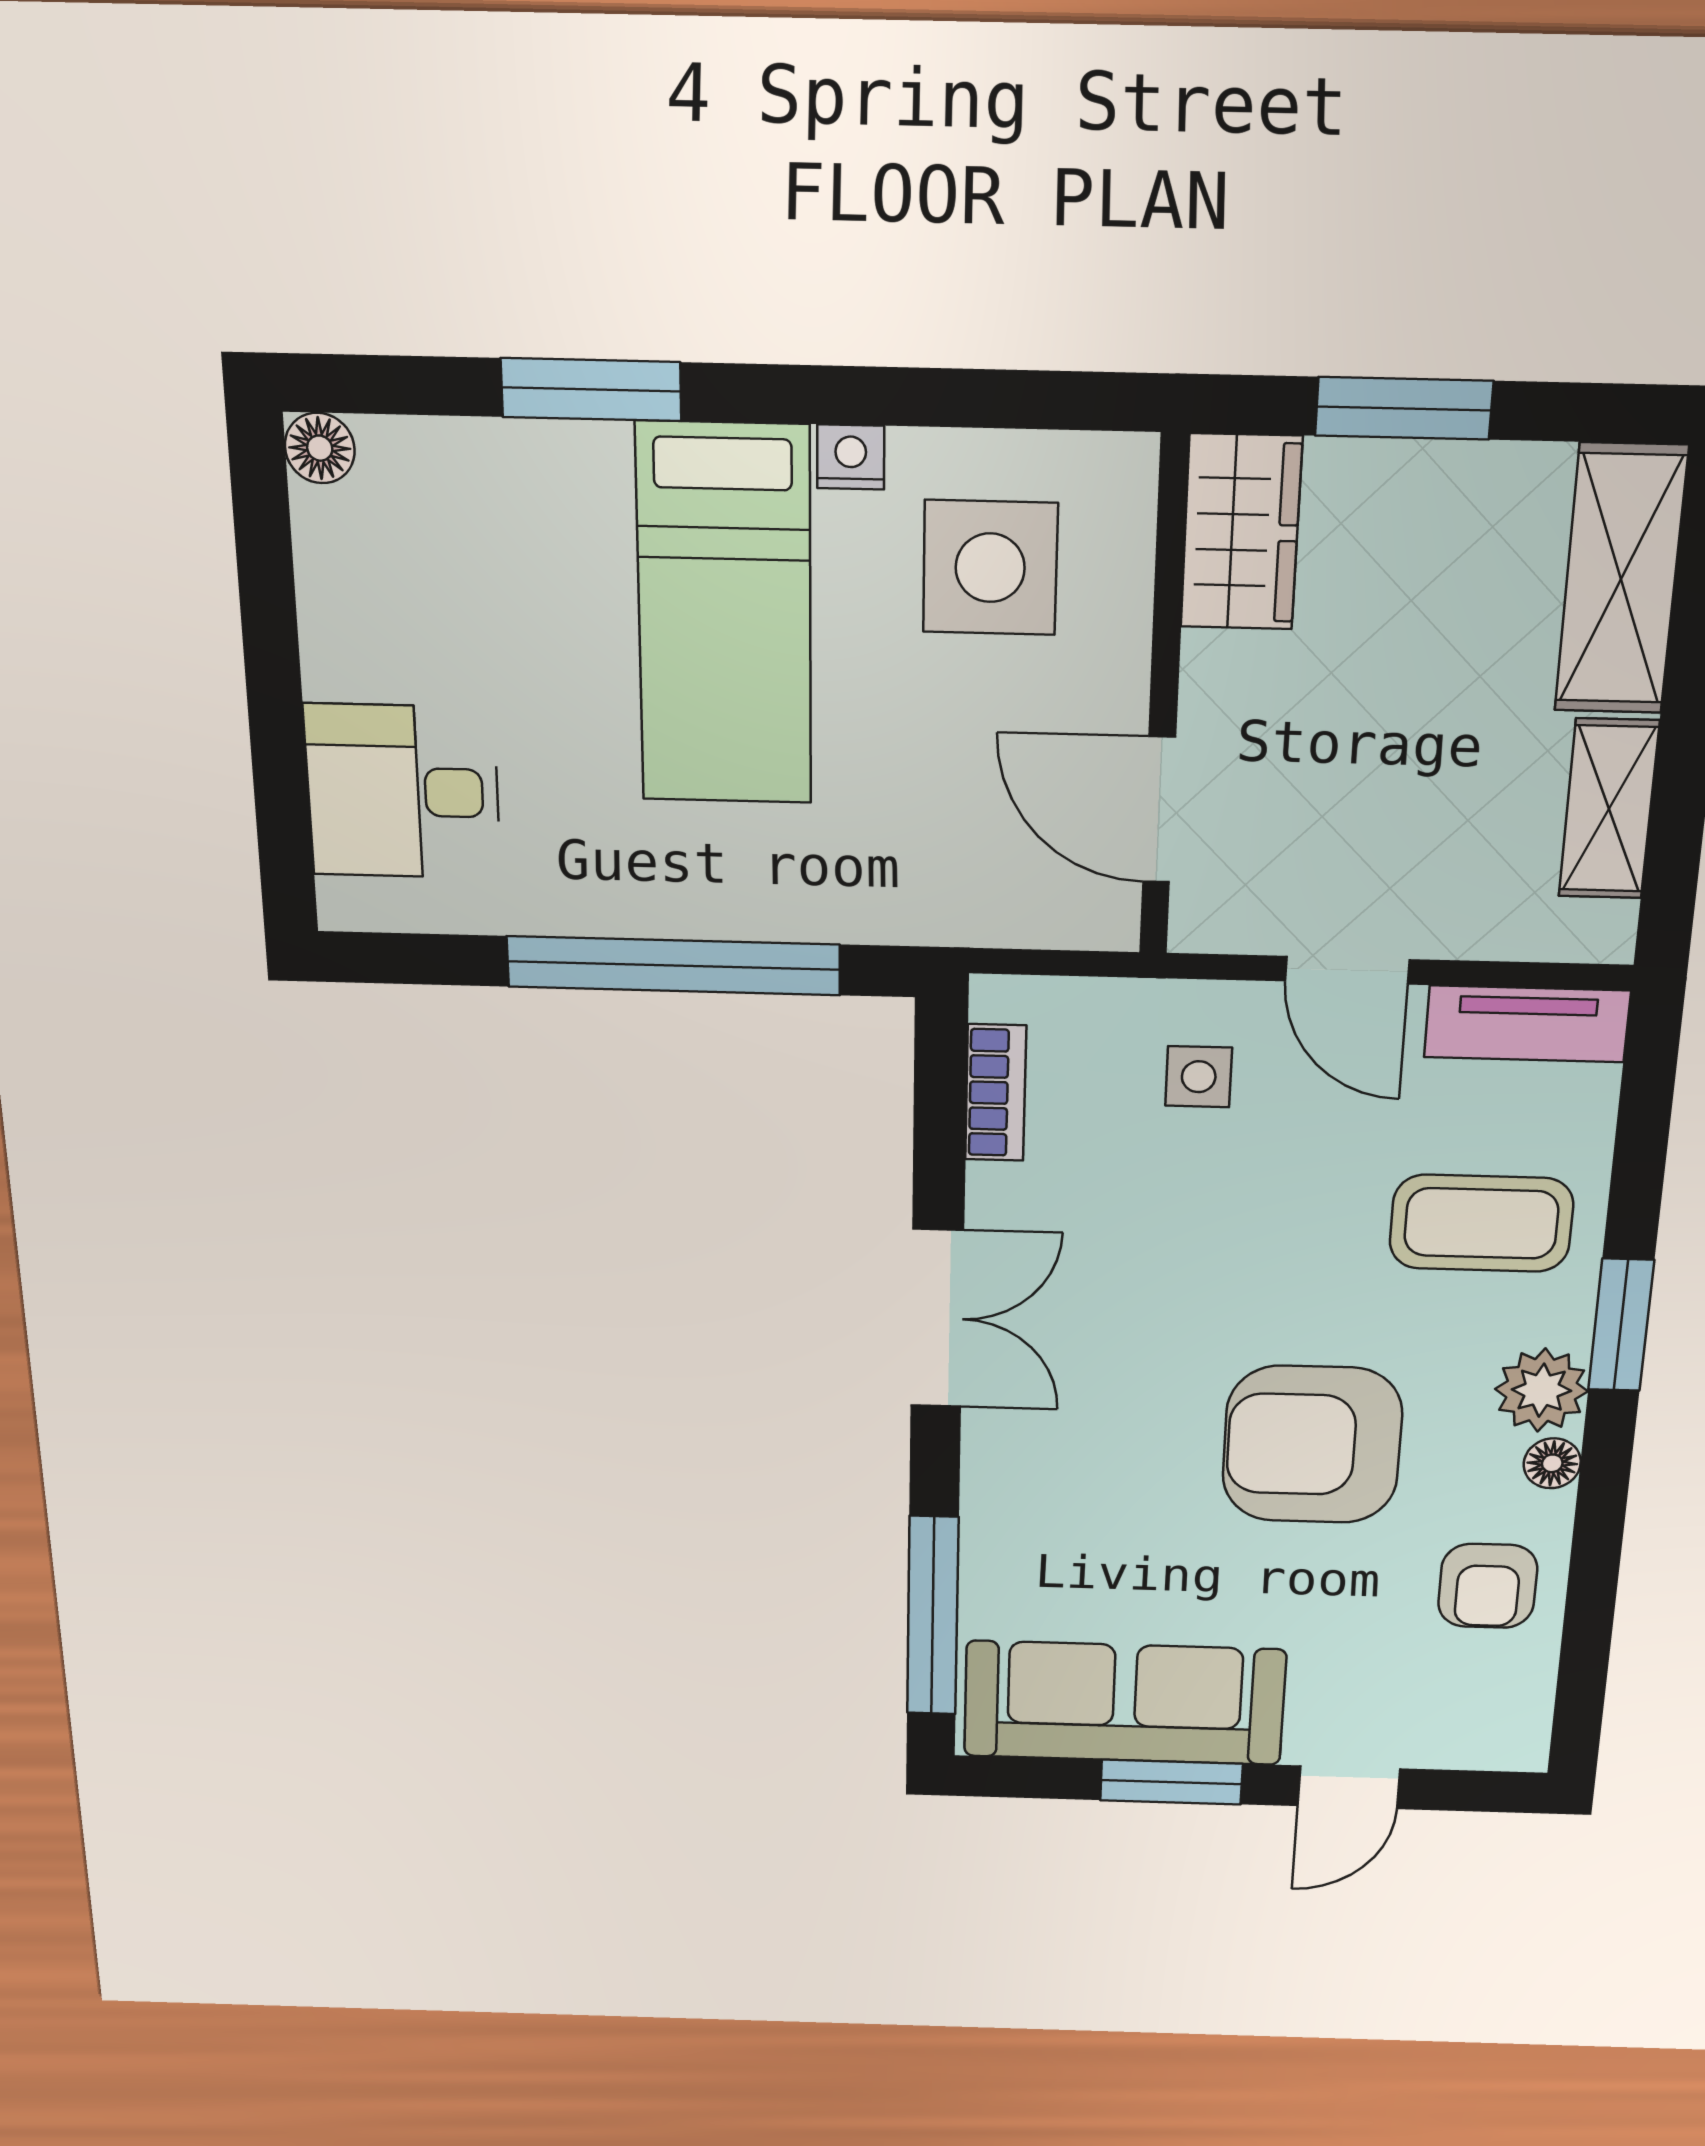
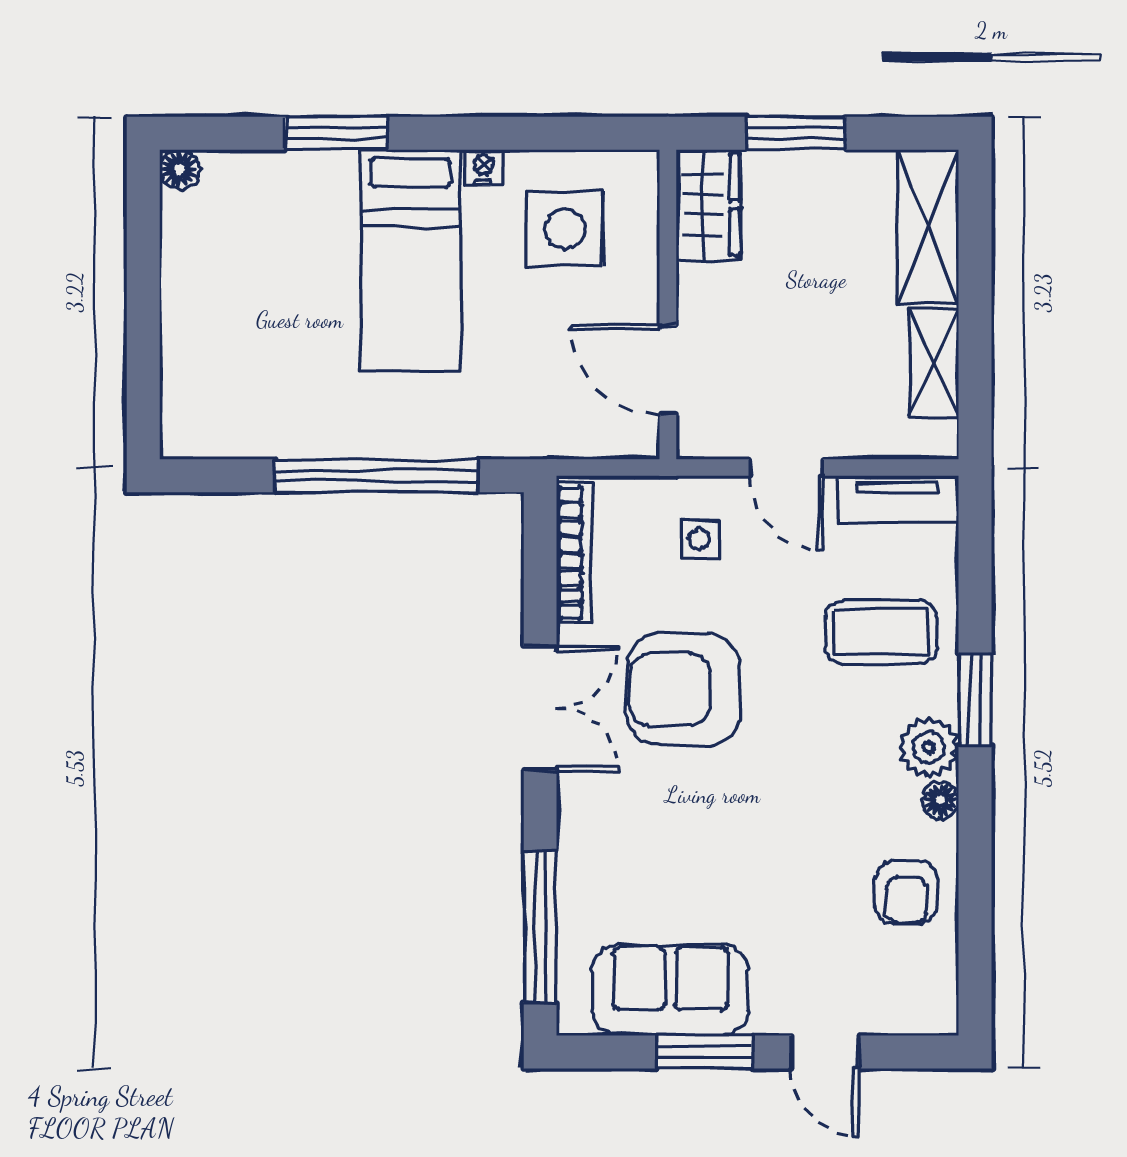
desk: (403, 792) -> (216, 371), removed
bookcase: (996, 1093) -> (574, 553), width x1.56
armchair: (1312, 1445) -> (683, 690), moved
sofa: (1124, 1703) -> (670, 990), width x0.73
door: (1349, 1787) -> (825, 1052), hinge flipped

